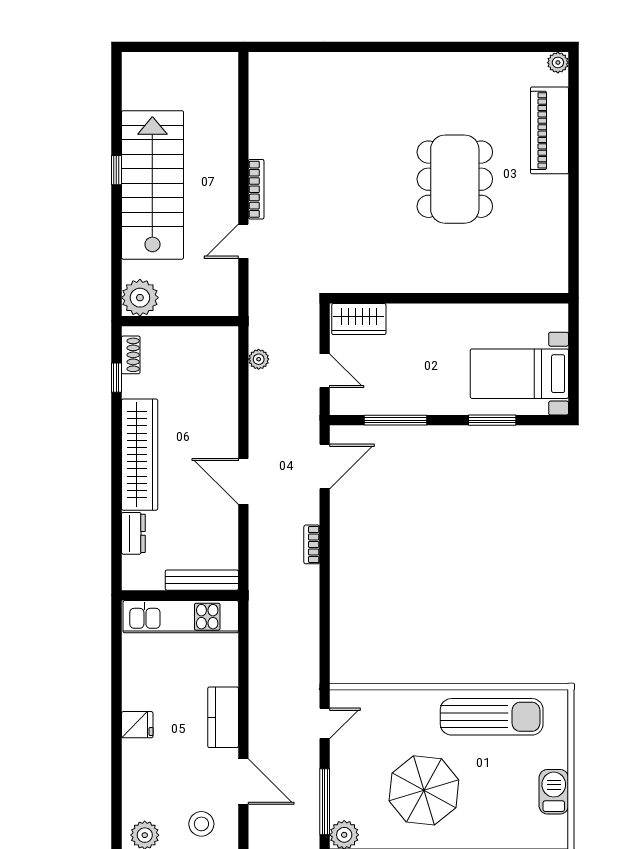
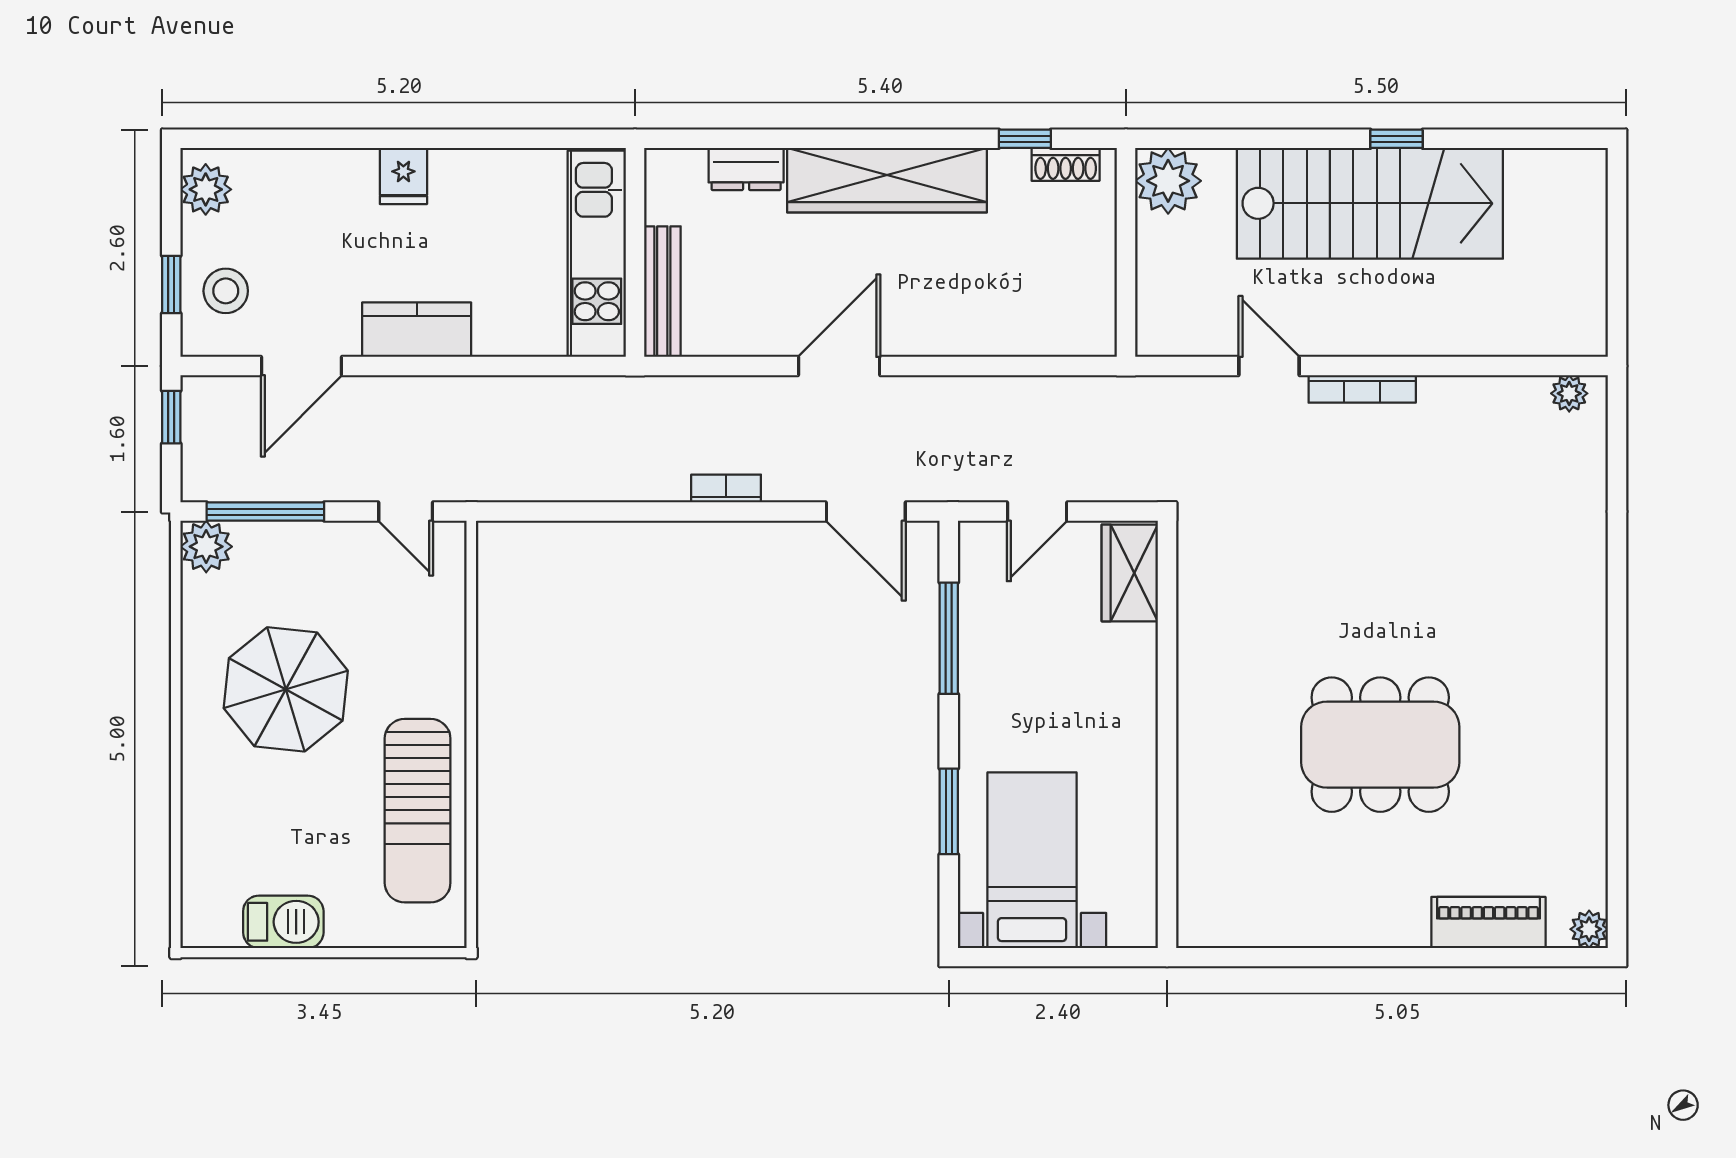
piano: (549, 130) -> (1488, 922), width x0.73, depth x0.75
plant: (259, 359) -> (1569, 393), moved

